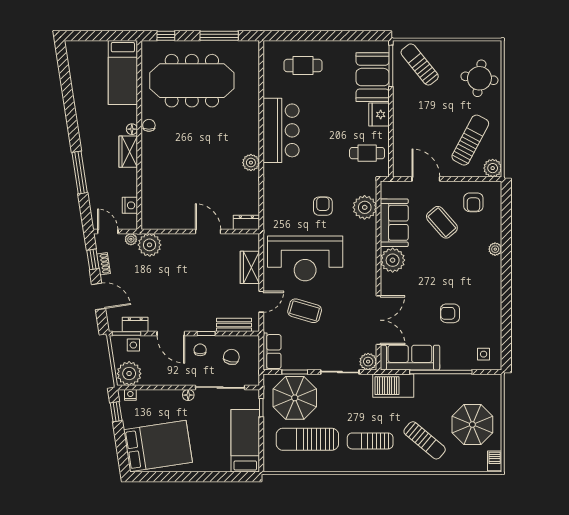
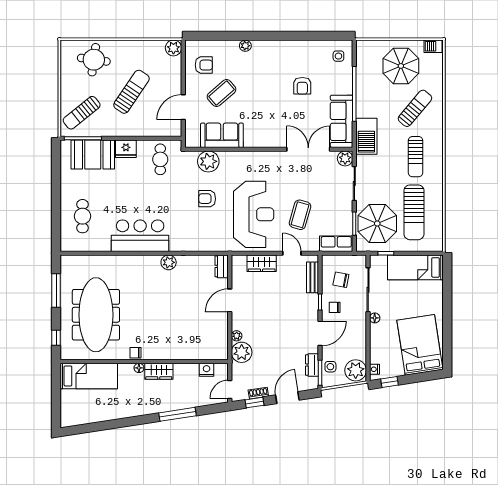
sun lounger: (470, 140) -> (131, 92), moved, turned 96
plant: (131, 239) -> (237, 336), moved
plant: (393, 260) -> (255, 137), removed

